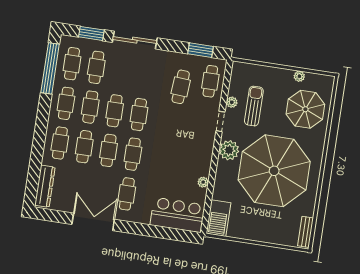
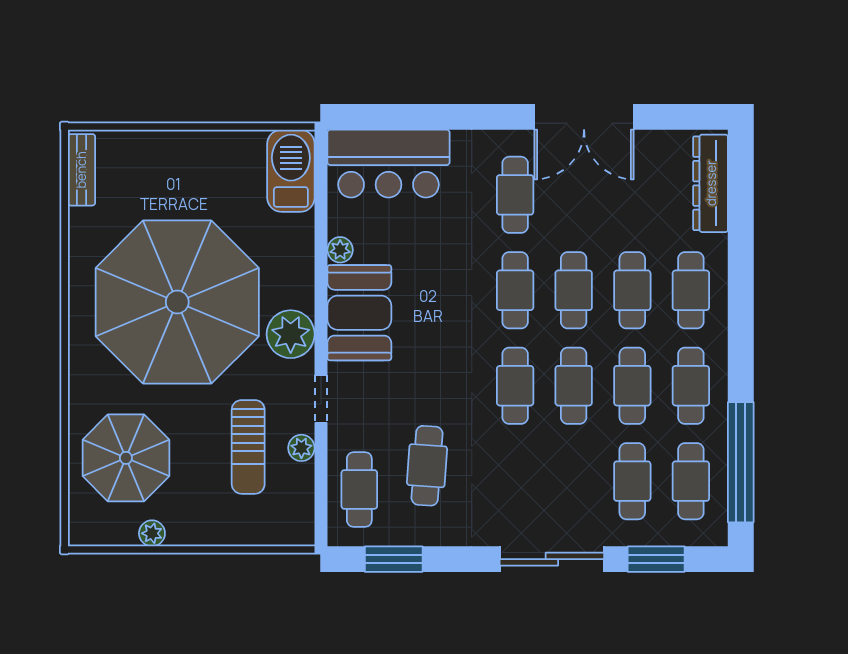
booth: (199, 155) -> (359, 313), added

